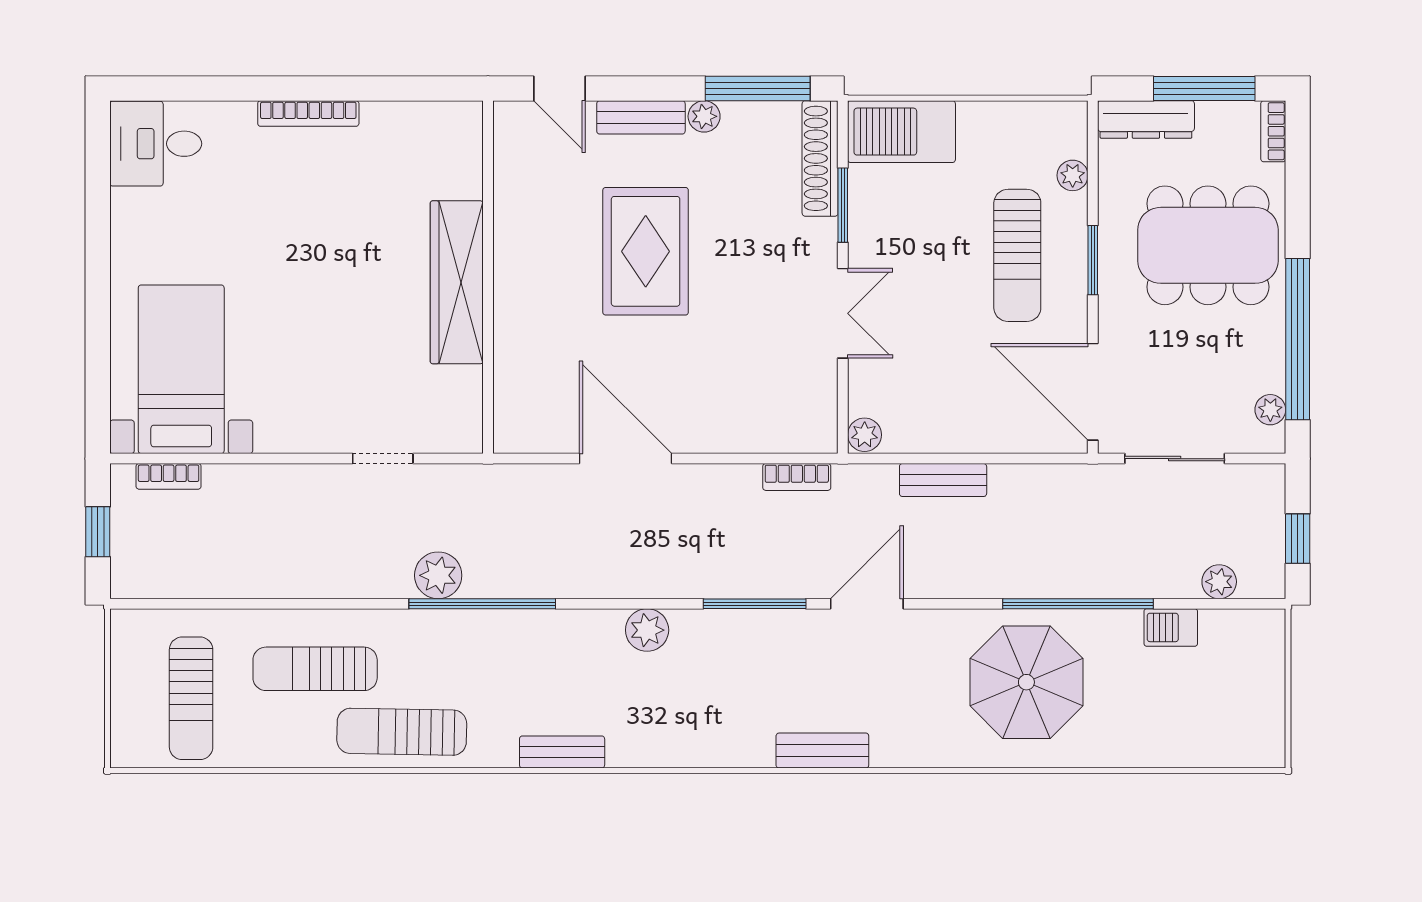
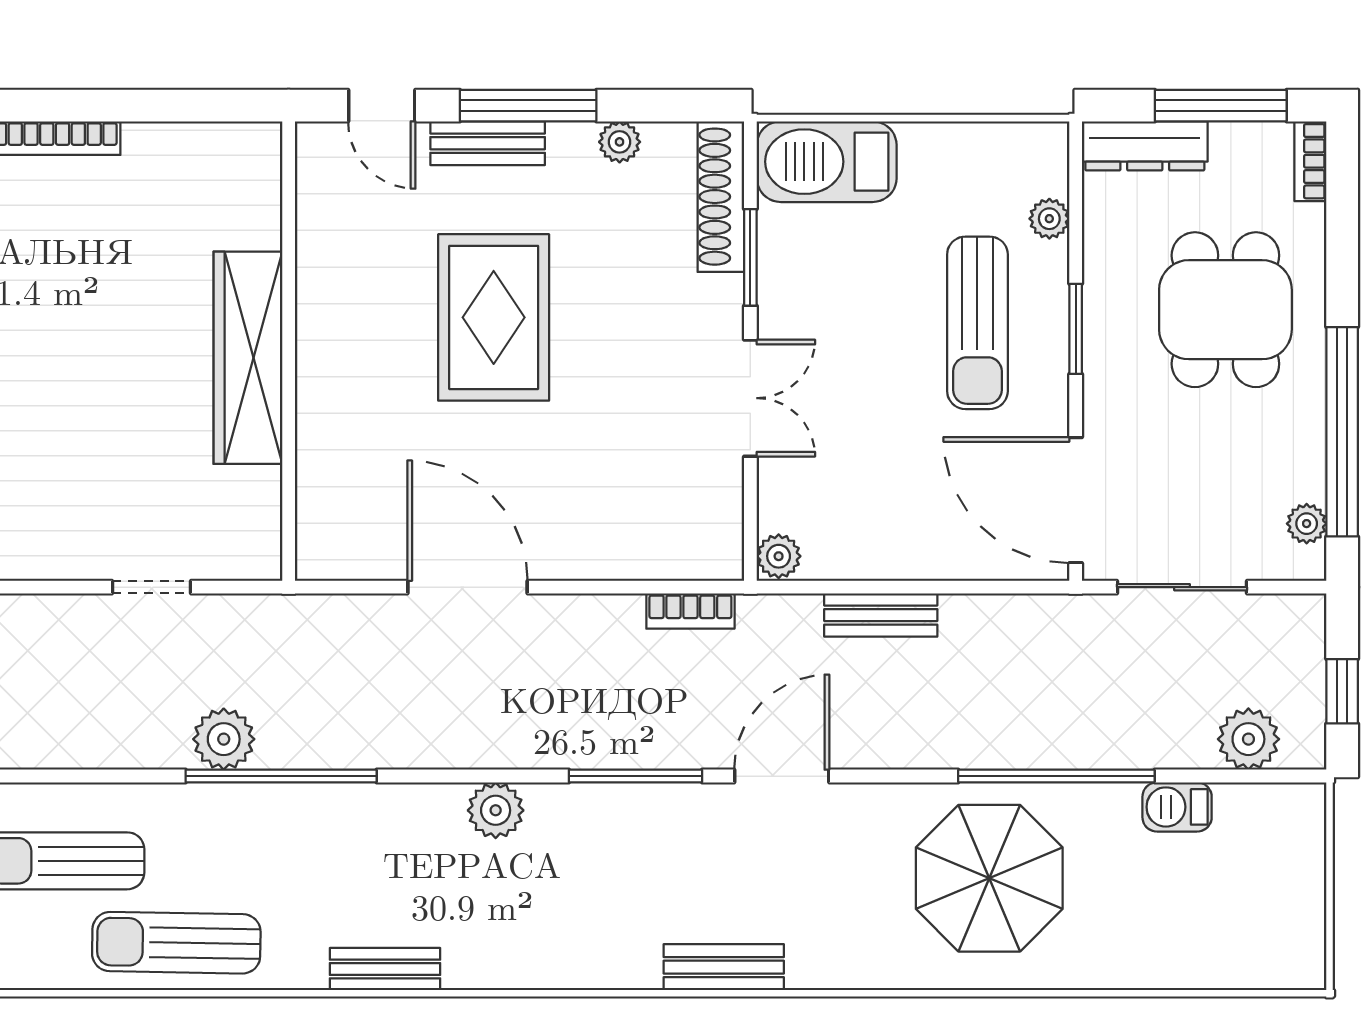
window: (758, 88) -> (528, 106), moved
plant: (704, 116) -> (620, 142), moved
dining table: (1208, 245) -> (1225, 310), width x0.73
plant: (1219, 582) -> (1248, 739), width x1.38, depth x1.38

